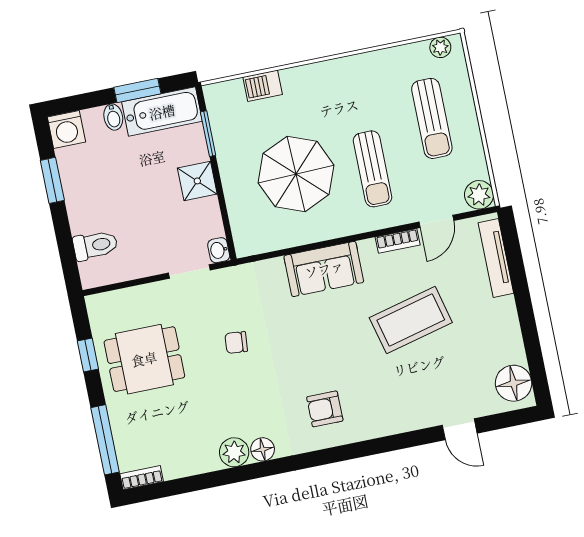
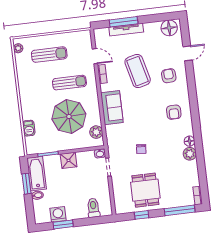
washing machine: (66, 129) -> (58, 214), moved, turned -90
plant: (479, 195) -> (96, 132), moved
tv unit: (496, 258) -> (126, 30), moved
window: (519, 280) -> (124, 22), added
armchair: (406, 391) -> (169, 76), added

